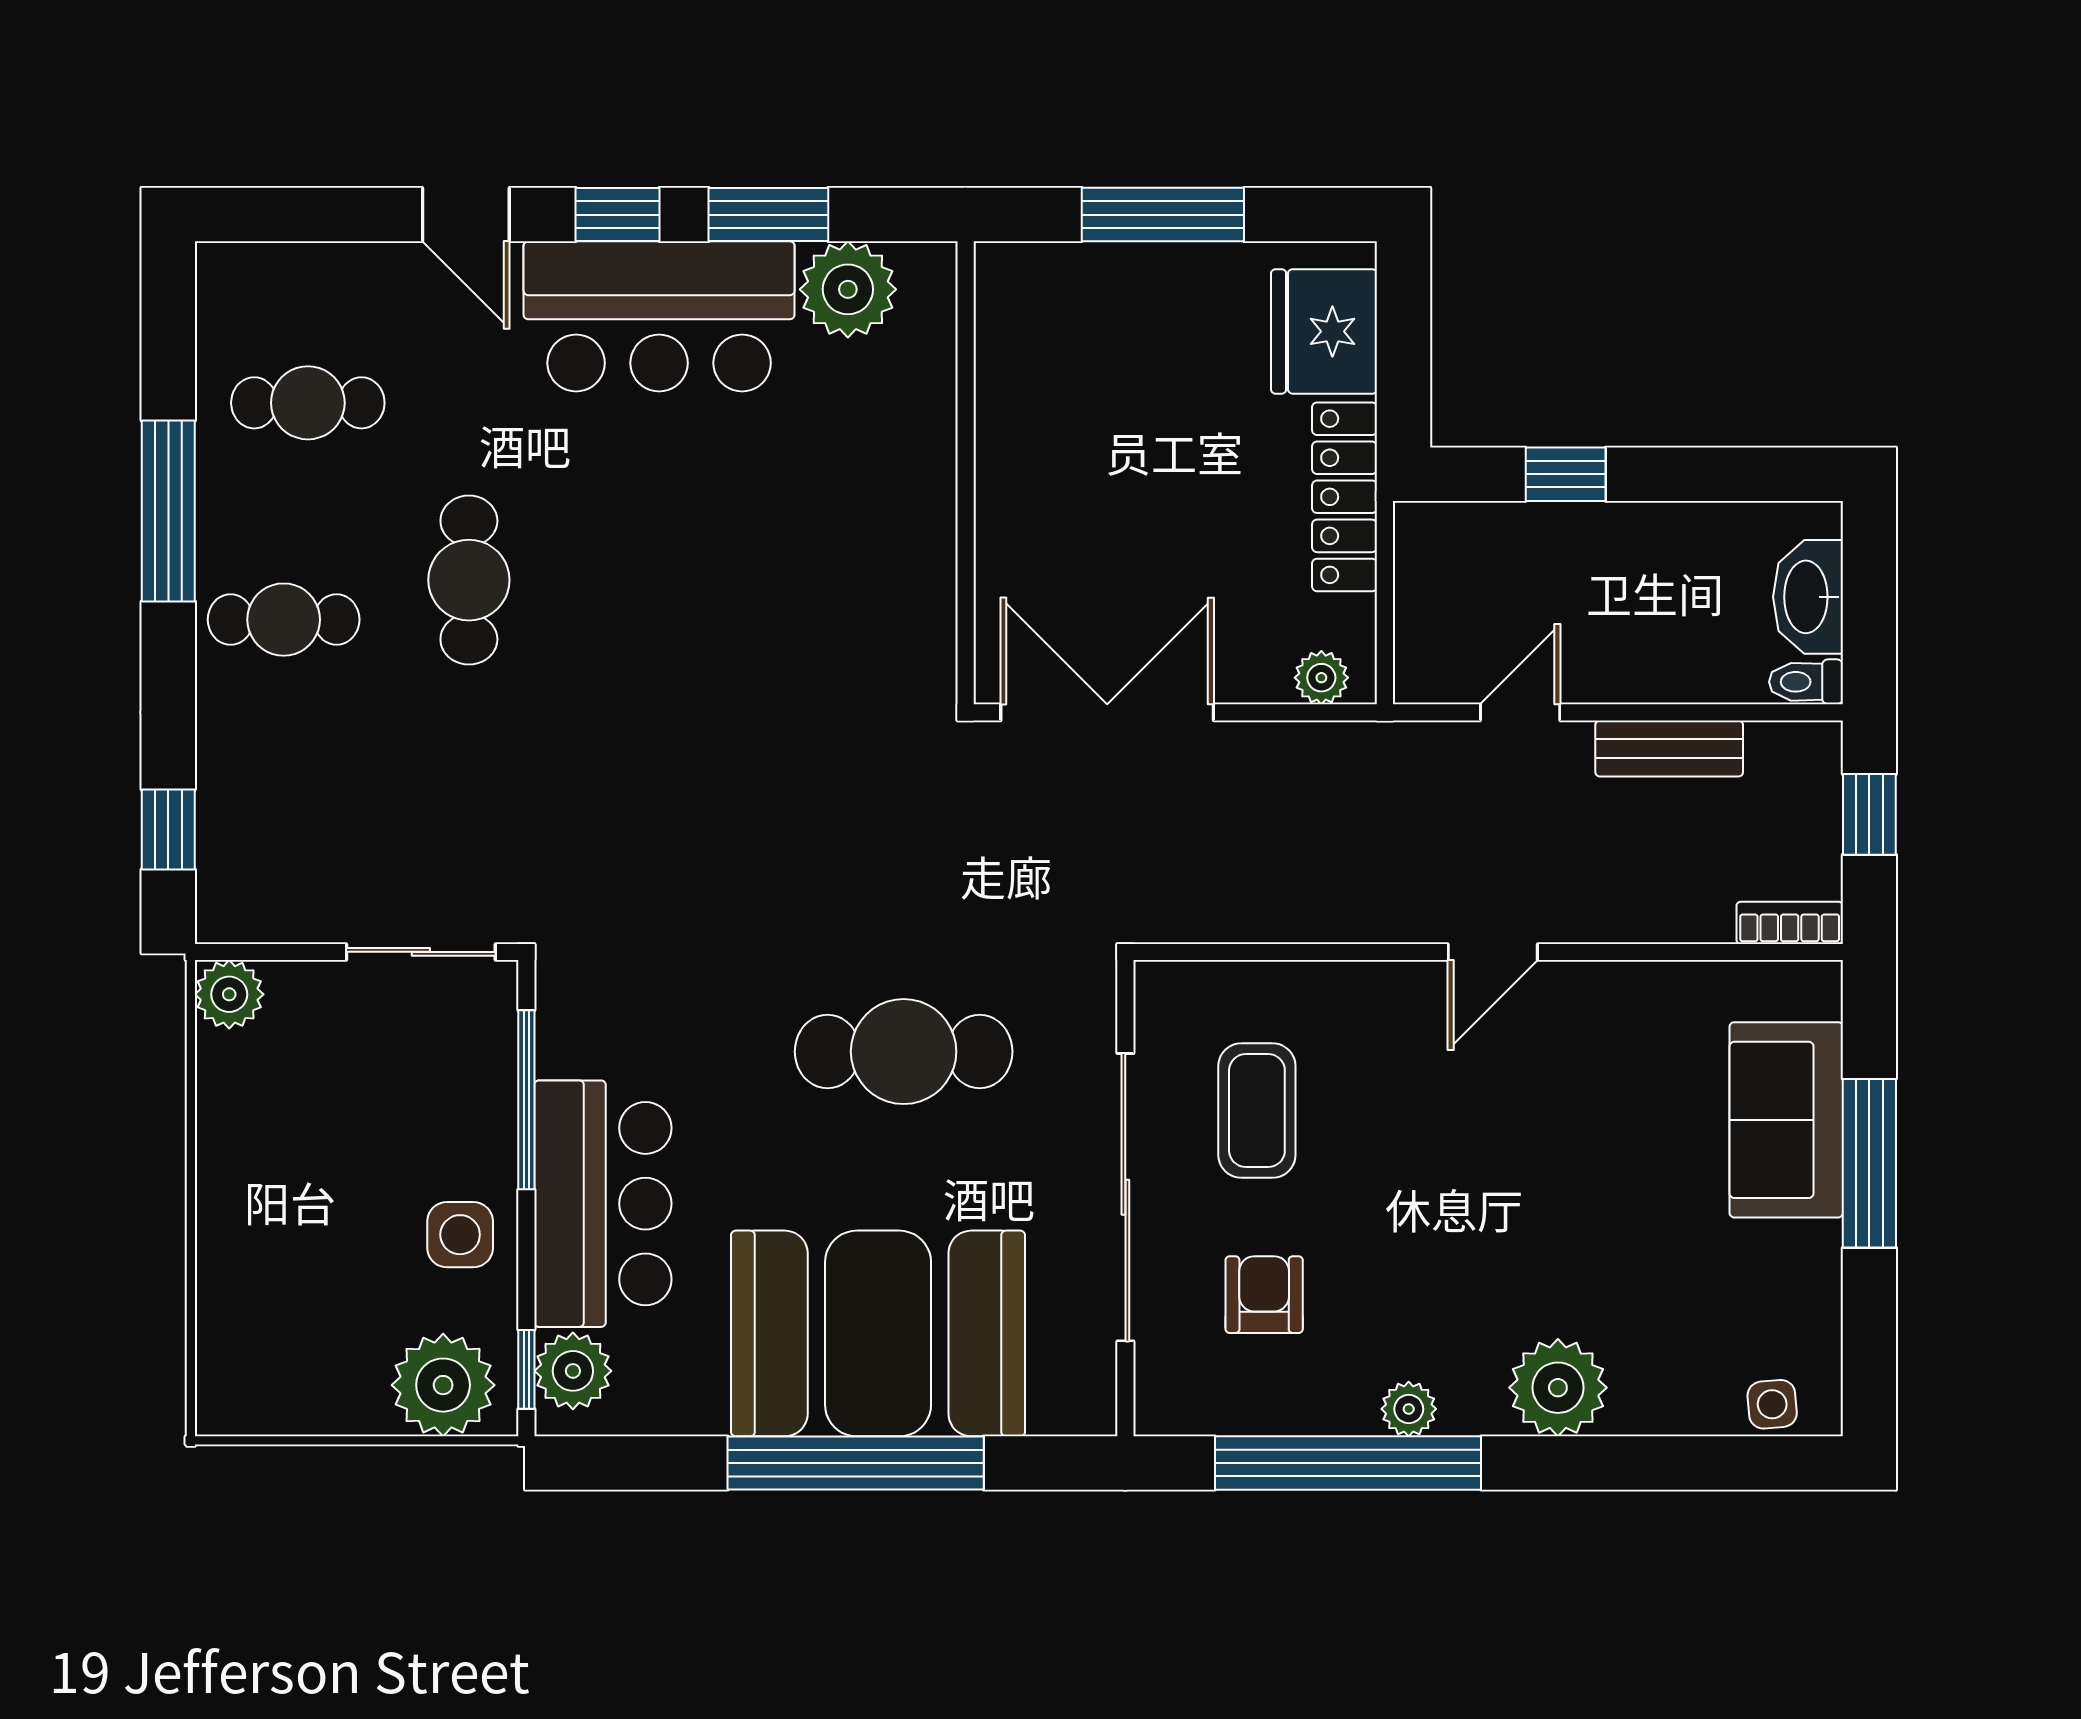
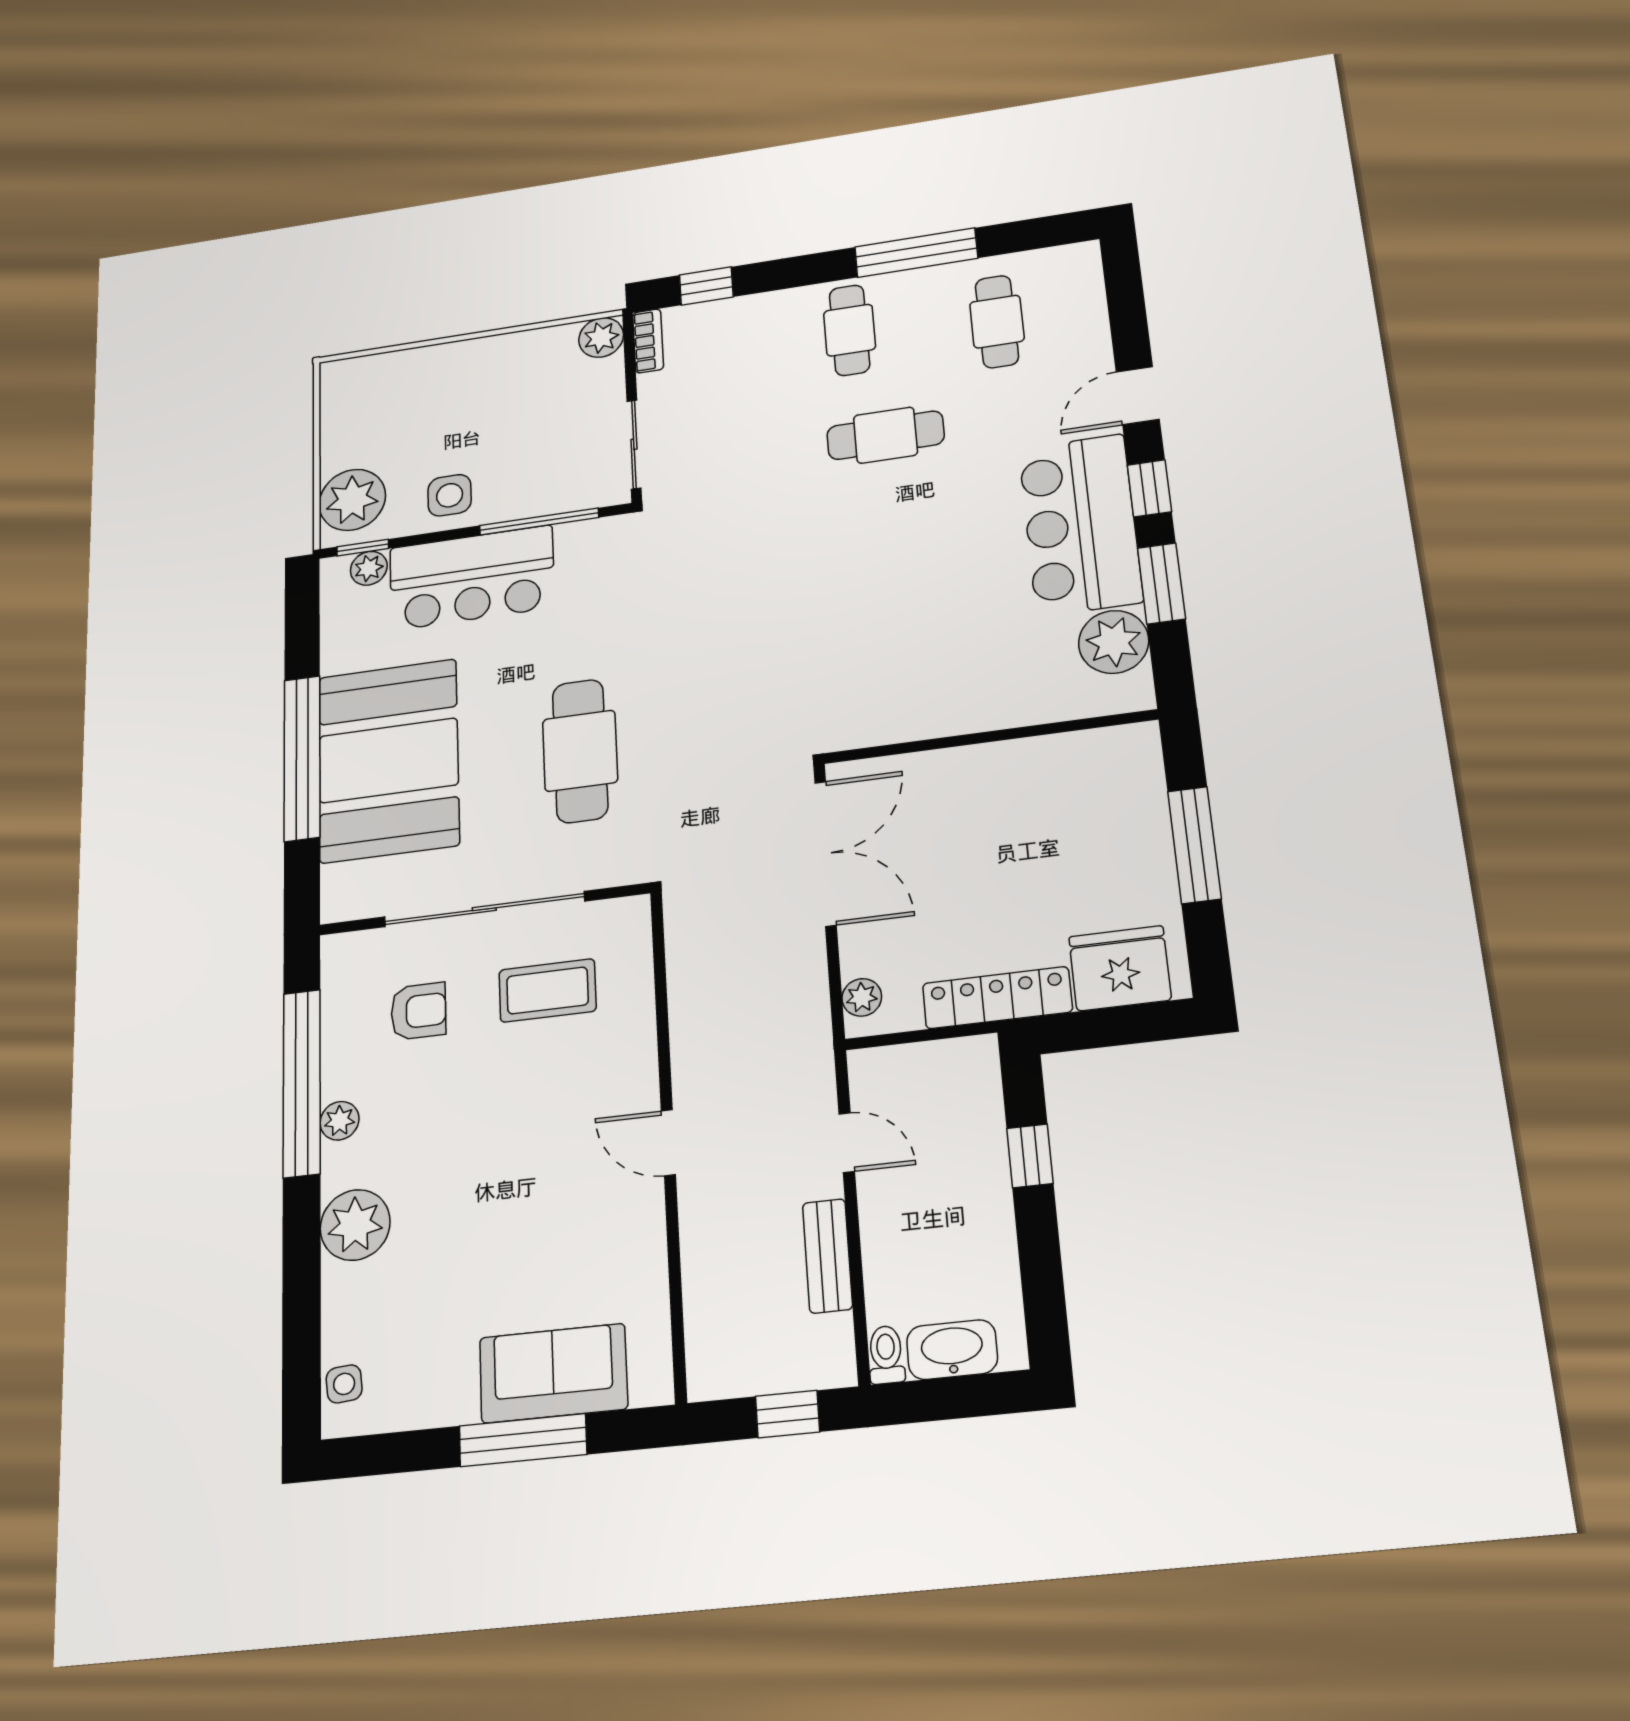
bookcase: (1790, 923) -> (648, 341), moved
plant: (573, 1371) -> (369, 568), width x0.73, depth x0.73

